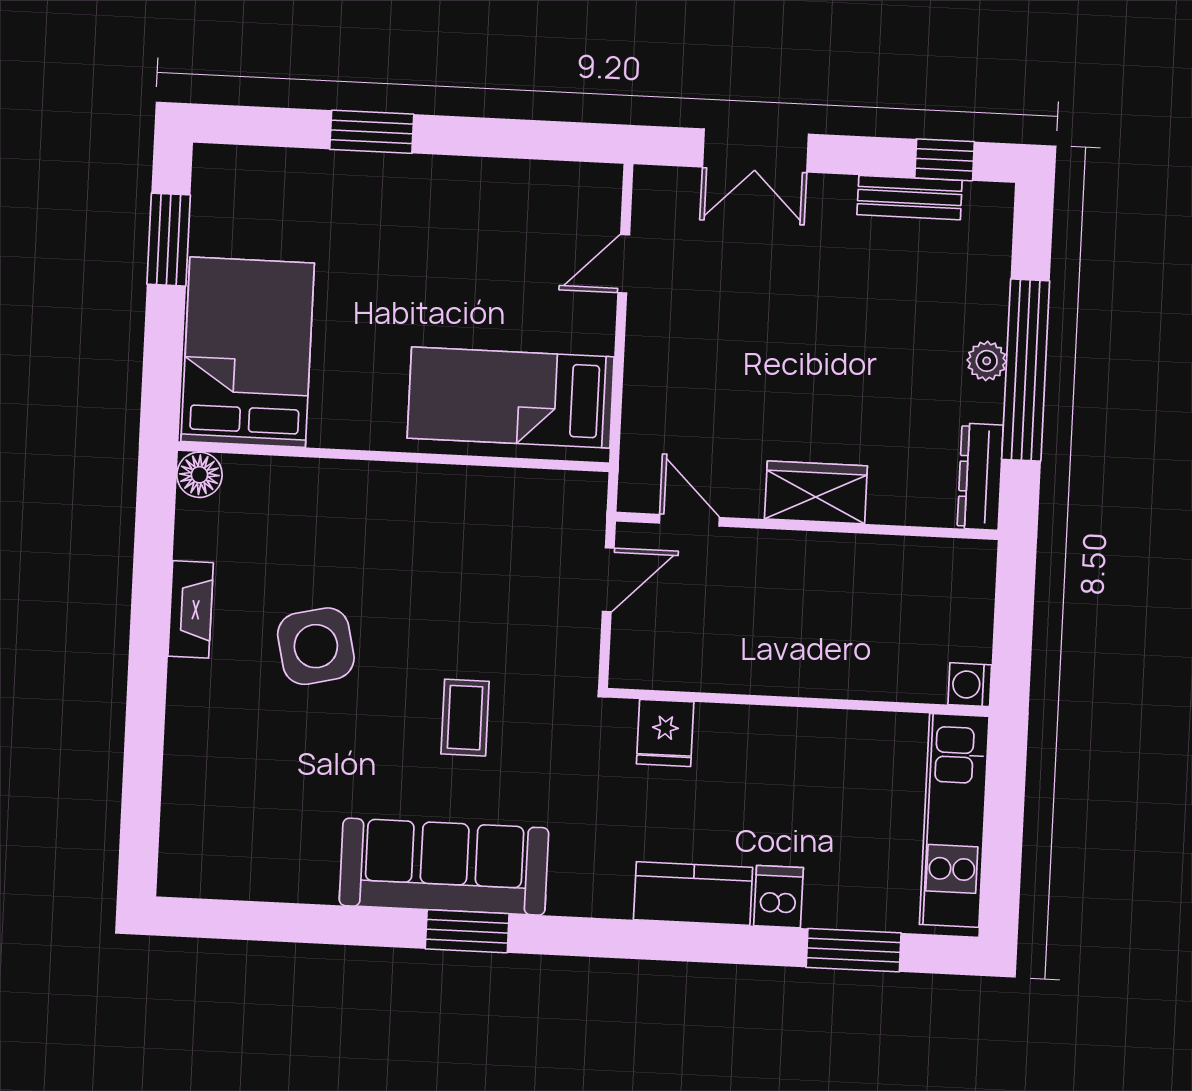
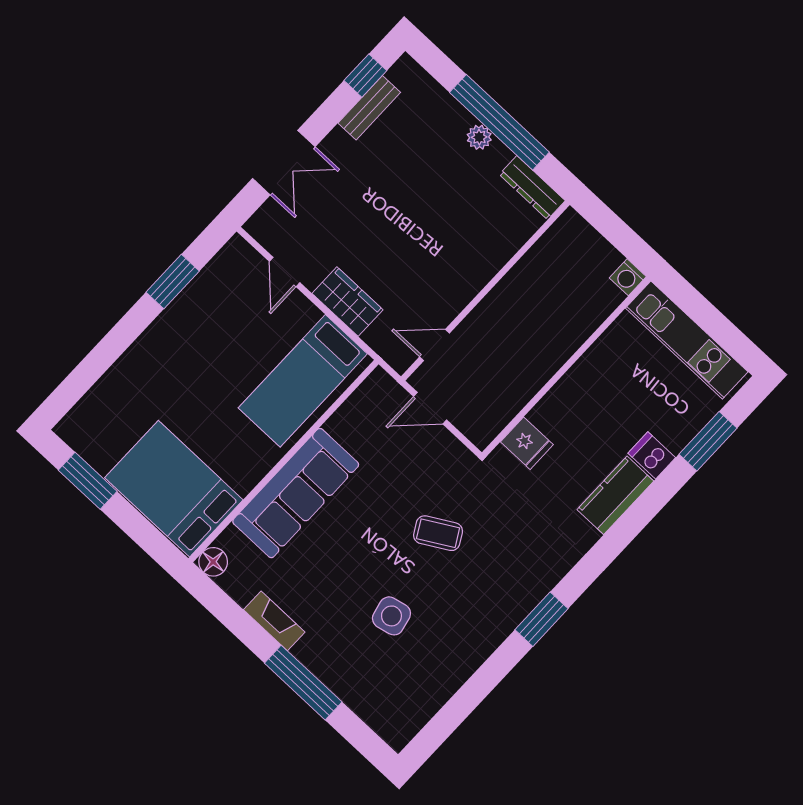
window: (372, 132) -> (173, 282), moved
wardrobe: (816, 492) -> (348, 302), moved, turned 90
door: (608, 580) -> (430, 408), swing flipped
side table: (316, 646) -> (391, 616), moved, width x0.73, depth x0.73
window: (146, 708) -> (303, 683), added
coffee table: (465, 718) -> (438, 533), turned -30
sofa: (444, 867) -> (296, 493), moved, turned 180

